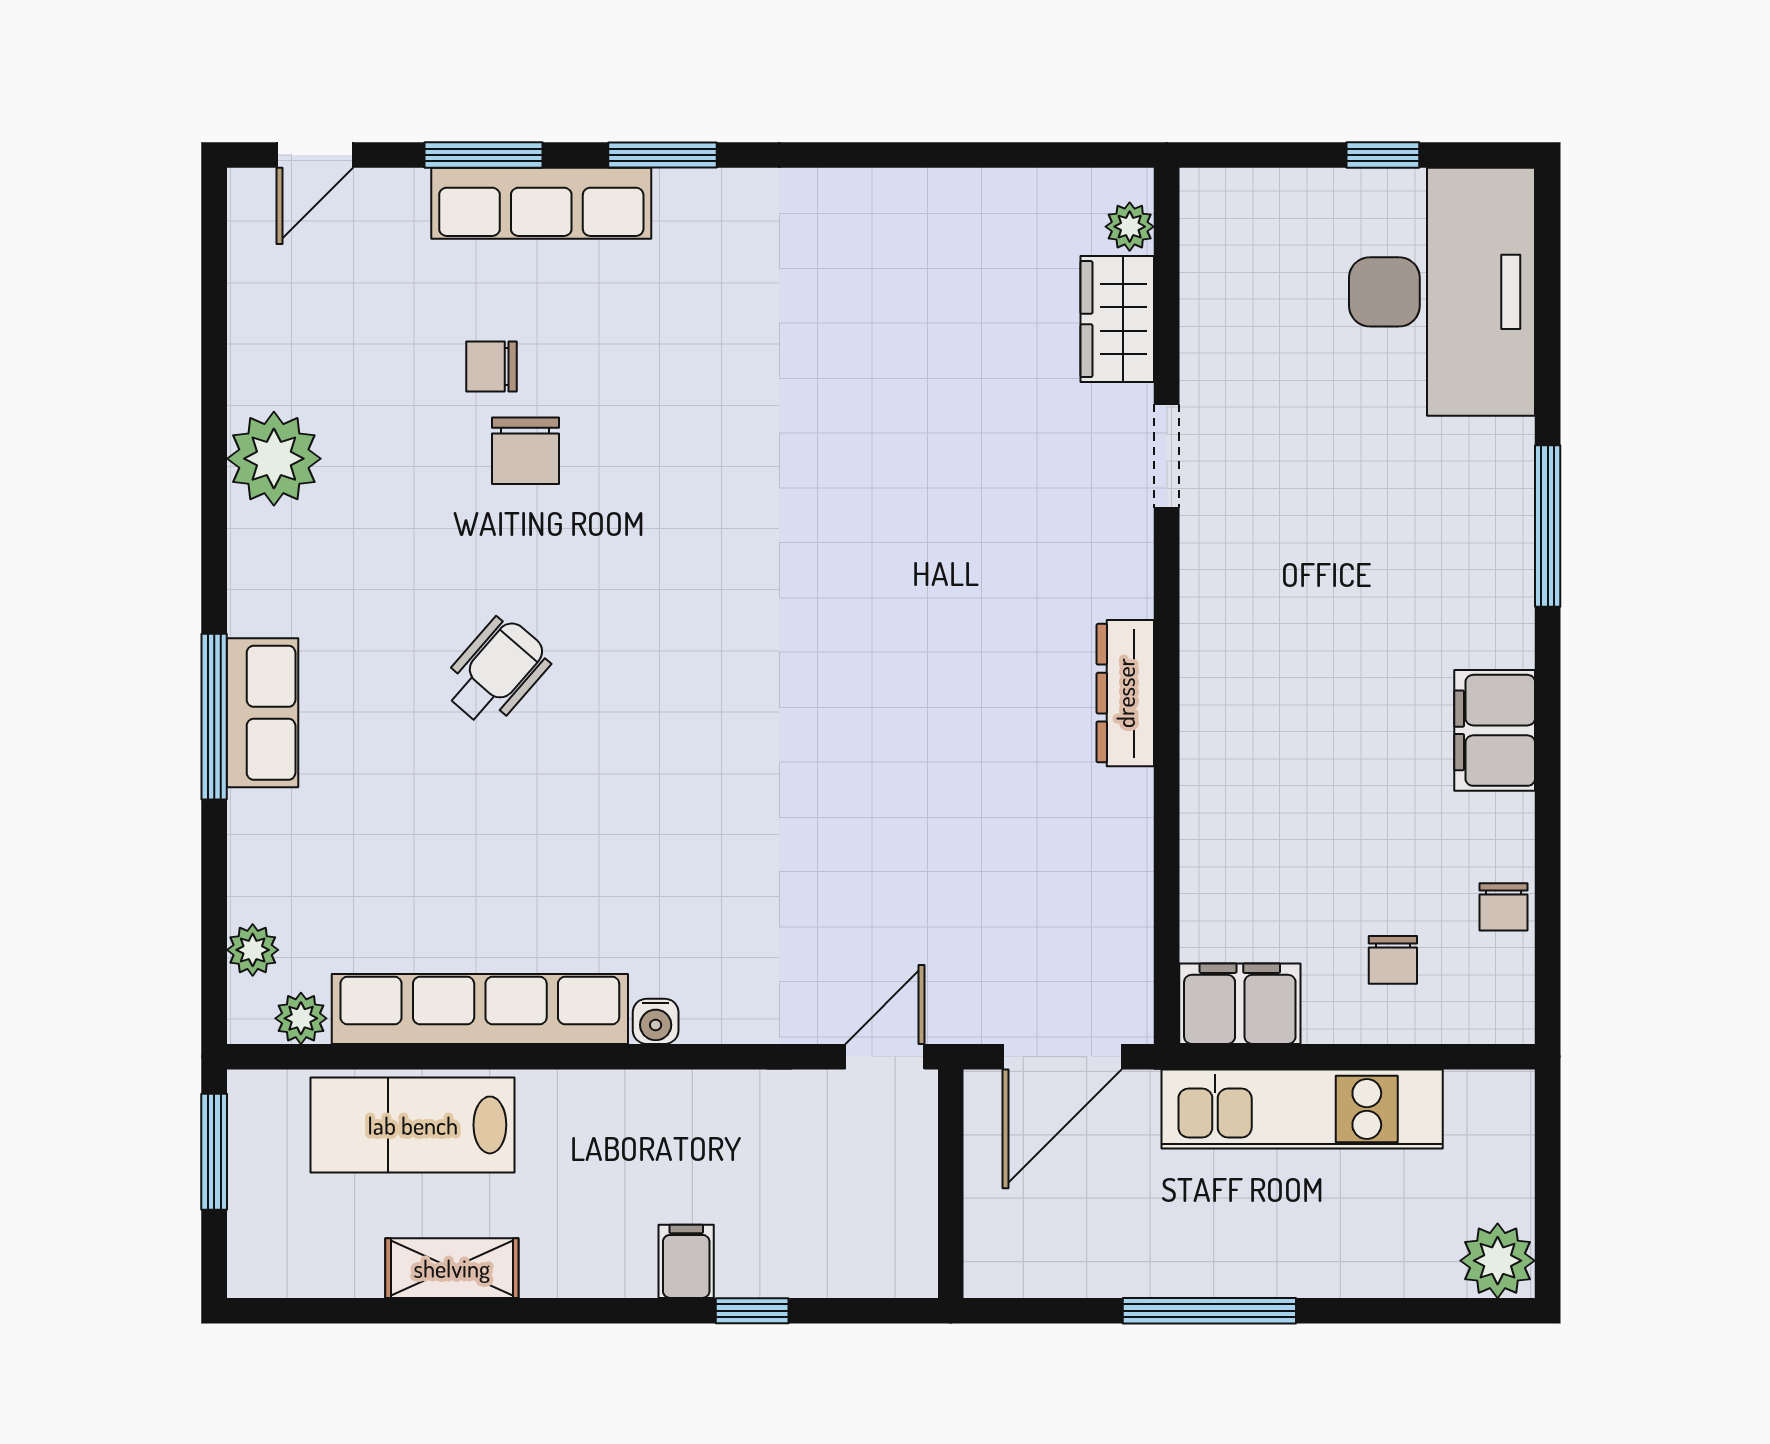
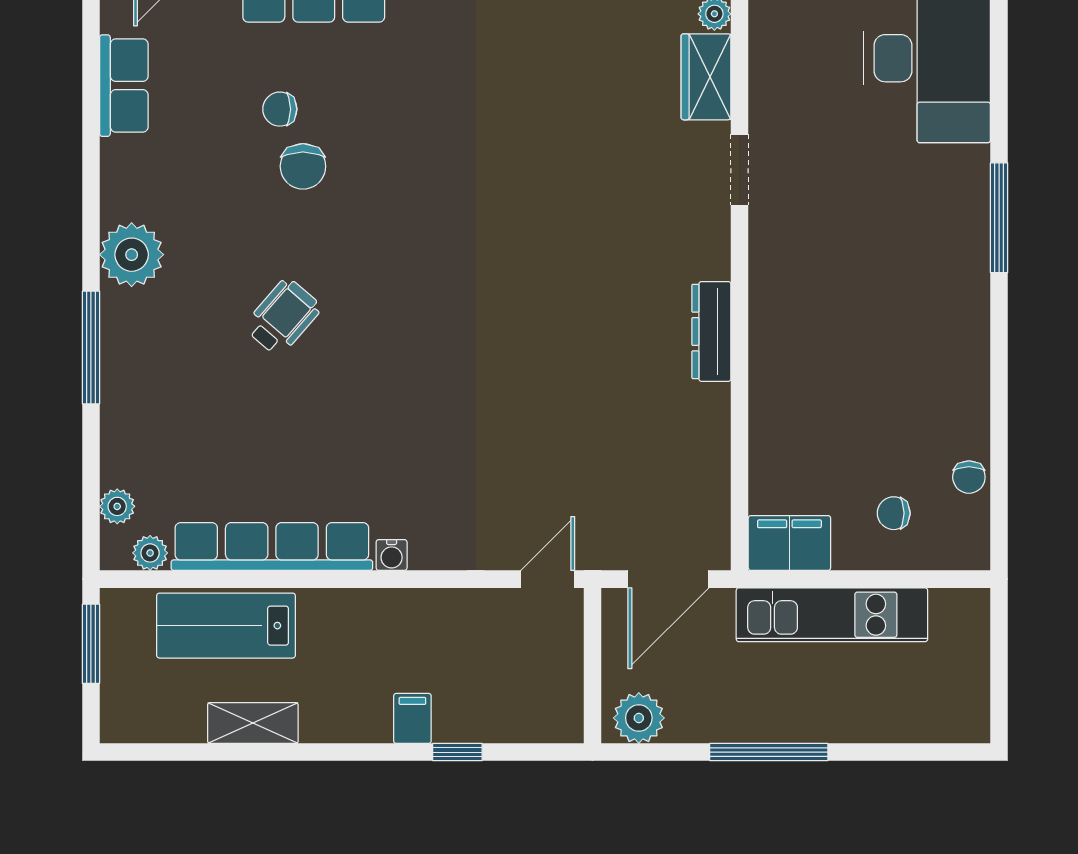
plant: (274, 459) -> (132, 255), moved
row of seats: (262, 713) -> (124, 86), moved
filing cabinet: (1495, 730) -> (963, 357), removed
chair: (1393, 960) -> (894, 513), turned 90
plant: (1498, 1261) -> (639, 718), moved

